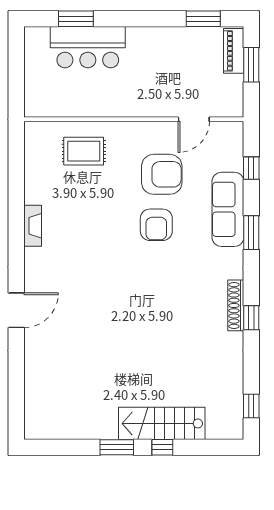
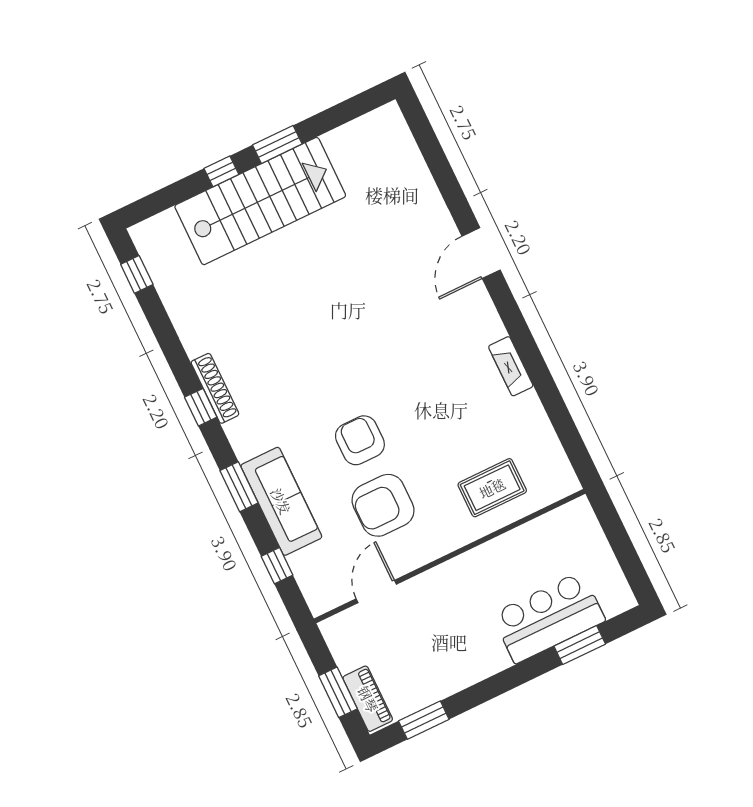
window: (251, 318) -> (201, 407), moved
stairs: (162, 423) -> (260, 201), width x1.36, depth x1.51

